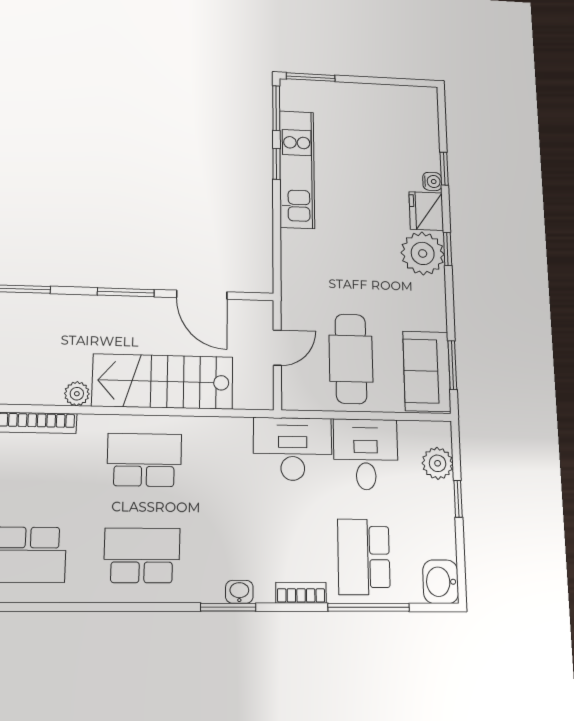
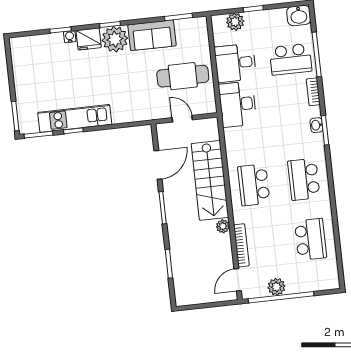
sofa: (427, 371) -> (152, 35), moved

